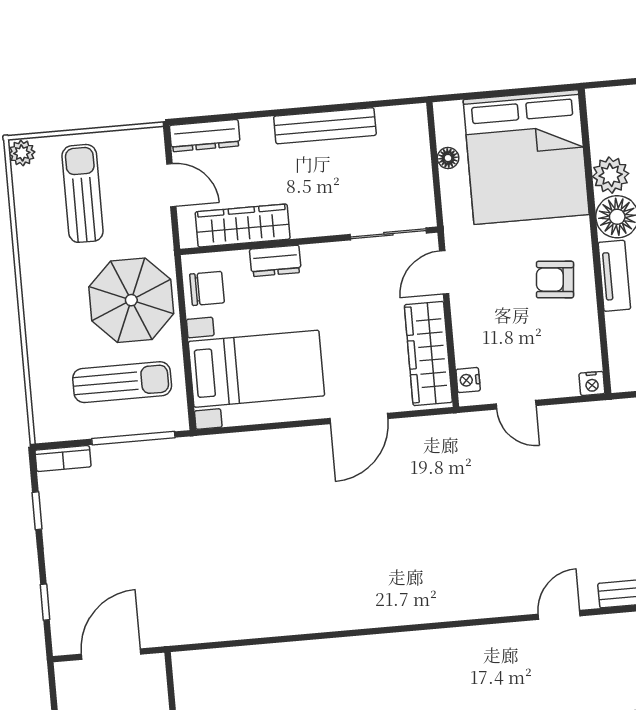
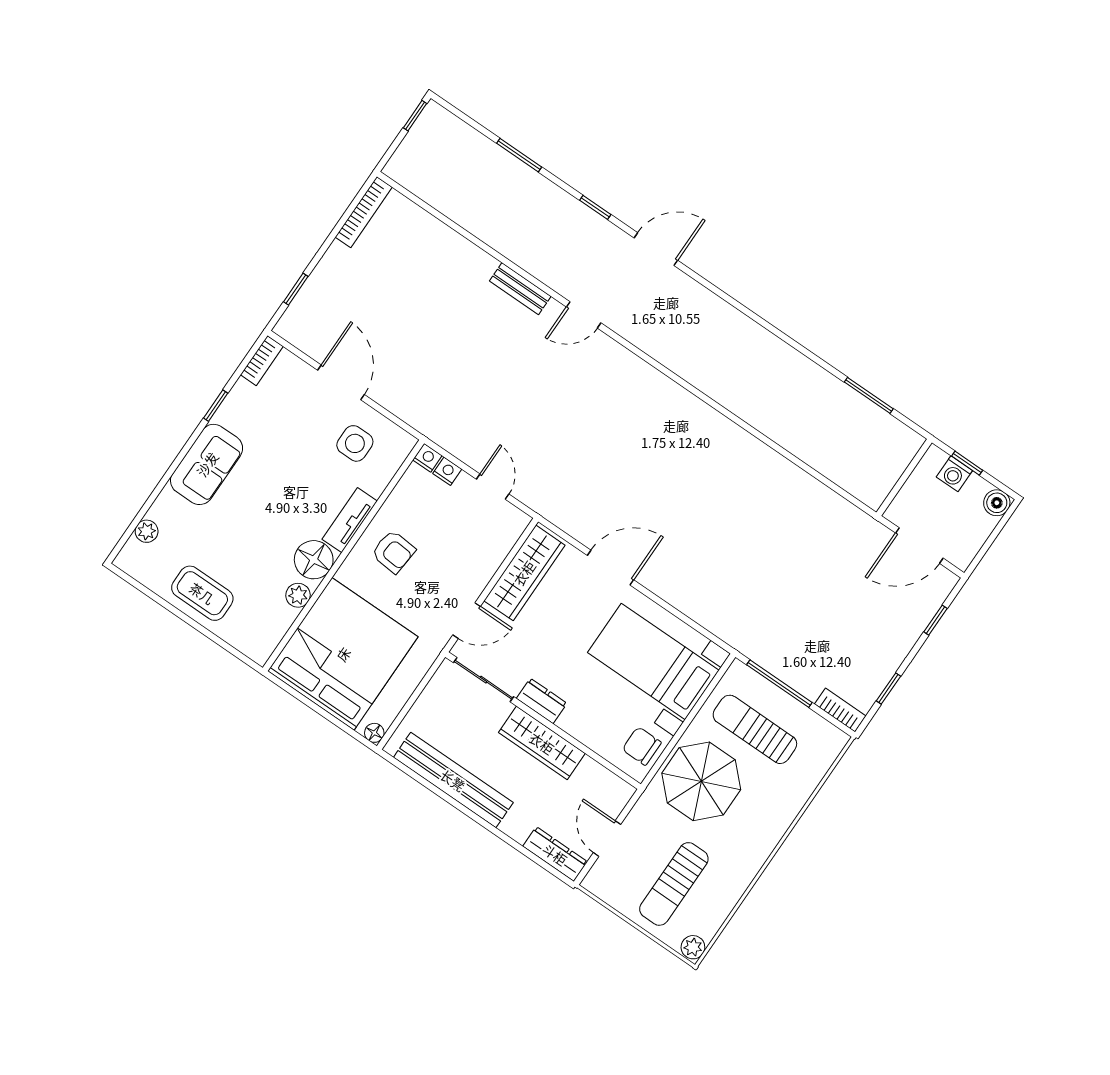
bench: (325, 126) -> (453, 780), width x1.37, depth x1.21
floor lamp: (448, 158) -> (374, 733), moved
plant: (611, 175) -> (298, 595), width x0.73, depth x0.73
wardrobe: (243, 225) -> (542, 743), moved
dresser: (275, 261) -> (542, 701), moved
nightstand: (468, 380) -> (447, 471), moved, turned -90

